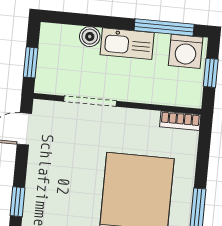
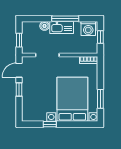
window: (164, 27) -> (65, 19), moved
window: (17, 202) -> (19, 90), moved

